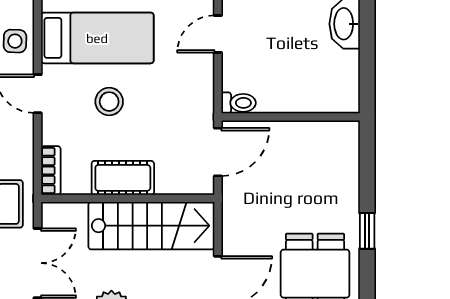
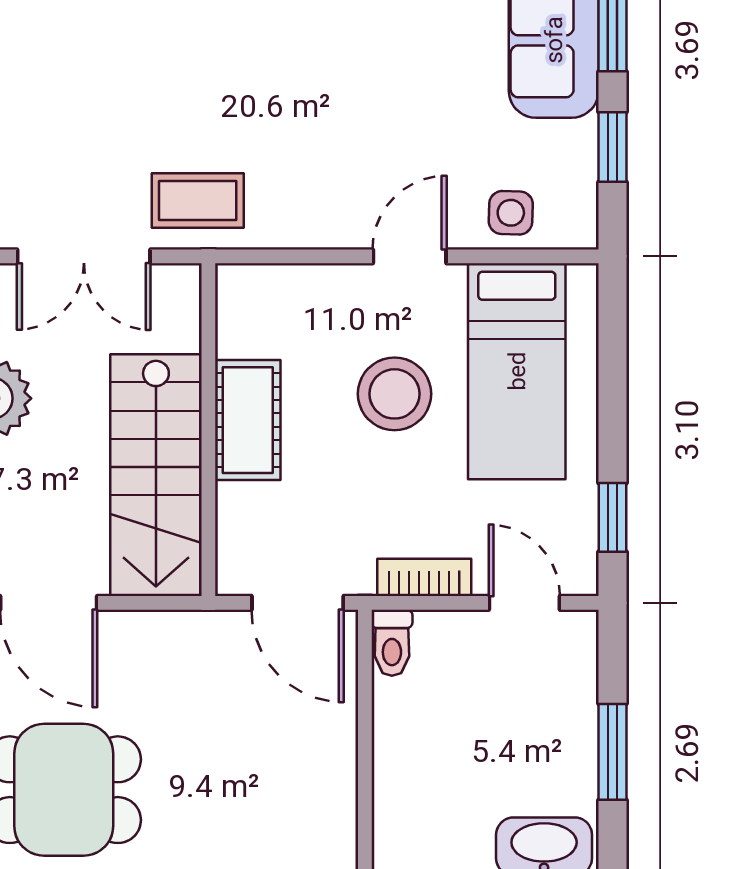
stool: (109, 102) -> (395, 394), width x1.38, depth x1.38
bookcase: (51, 171) -> (424, 577), moved, turned 180

